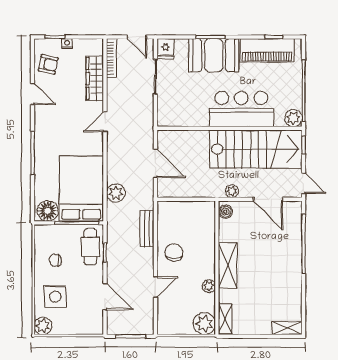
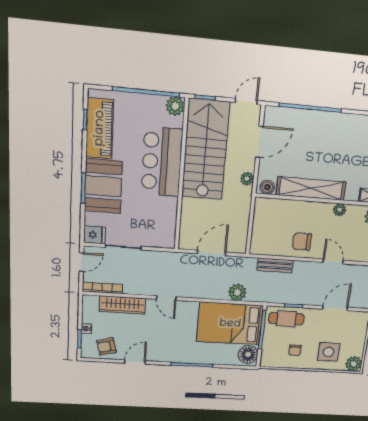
armchair: (48, 64) -> (106, 347), turned -116
shelving: (228, 265) -> (311, 188), width x1.47

